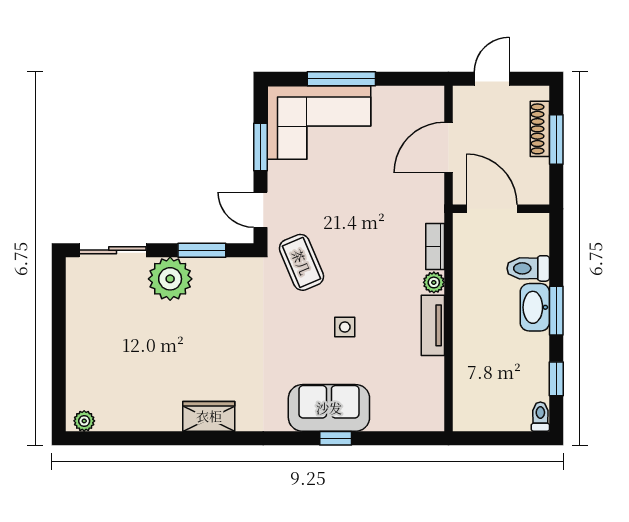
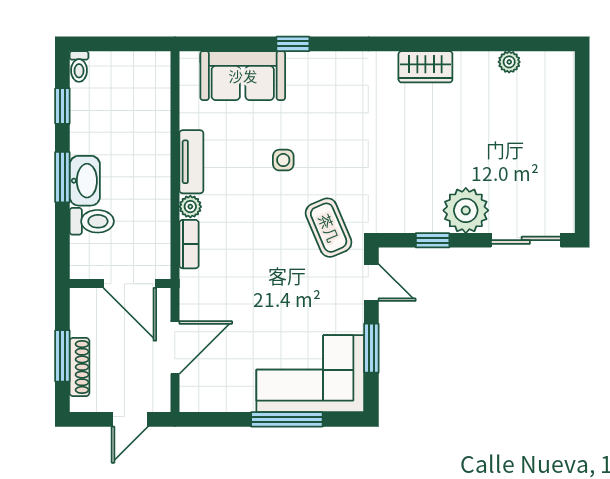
window: (202, 250) -> (433, 240), width x0.67
sofa: (329, 408) -> (243, 76), moved
plant: (84, 421) -> (509, 62), moved

